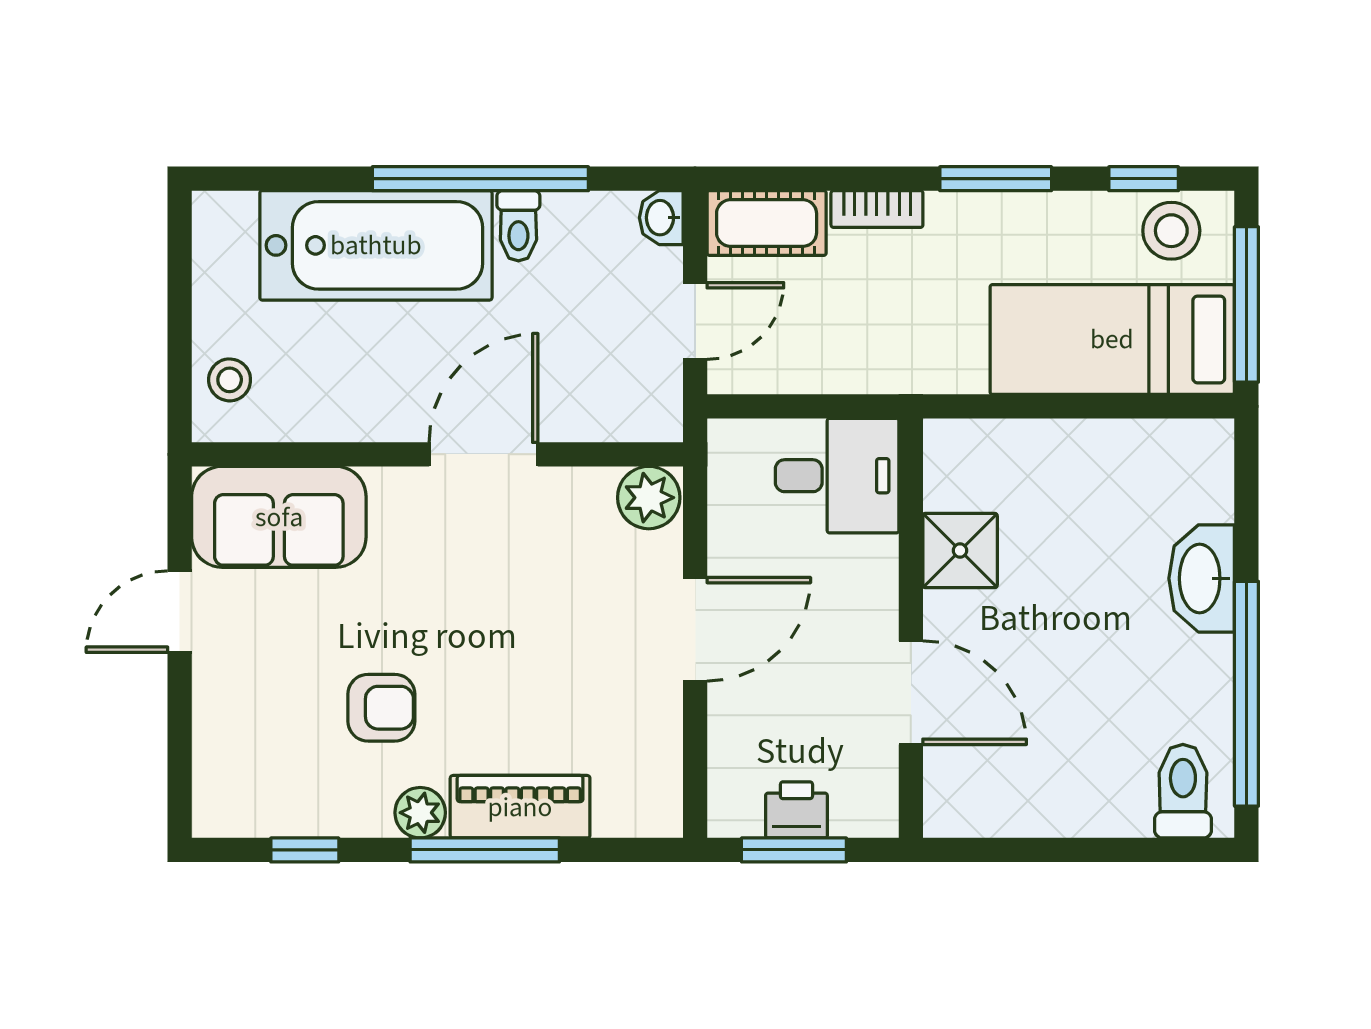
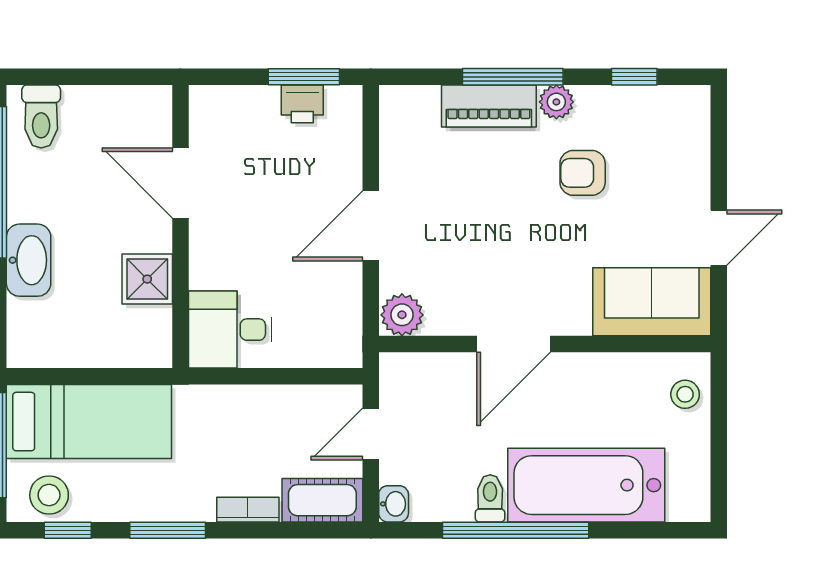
desk: (837, 476) -> (230, 330), moved
shower: (960, 551) -> (147, 279), moved
wall: (911, 628) -> (180, 227), moved
door: (911, 693) -> (180, 183), moved

